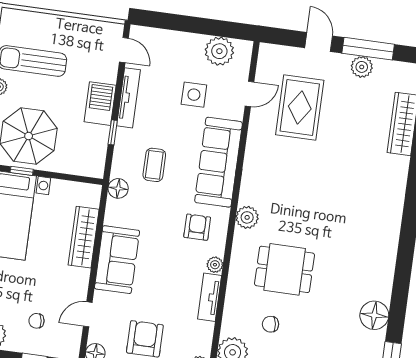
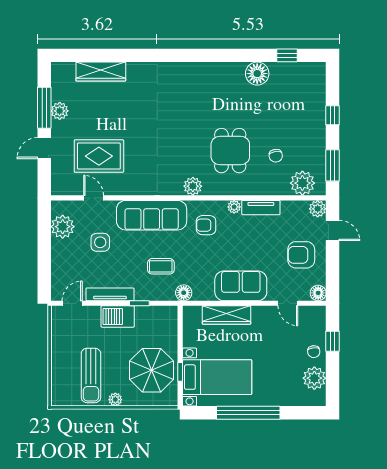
chair: (37, 321) -> (314, 352), moved

